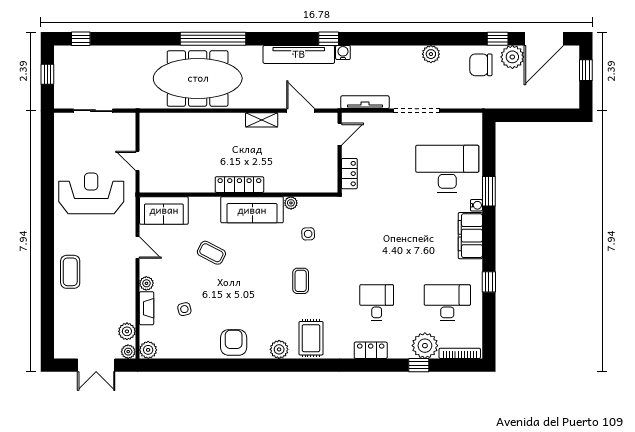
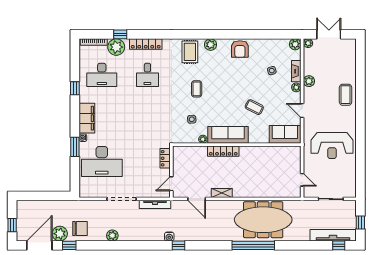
tv unit: (299, 54) -> (333, 235), moved
door: (137, 161) -> (302, 180), moved
locker: (239, 185) -> (223, 151), moved
plant: (127, 331) -> (309, 81), moved
locker: (371, 350) -> (146, 44), width x1.53

